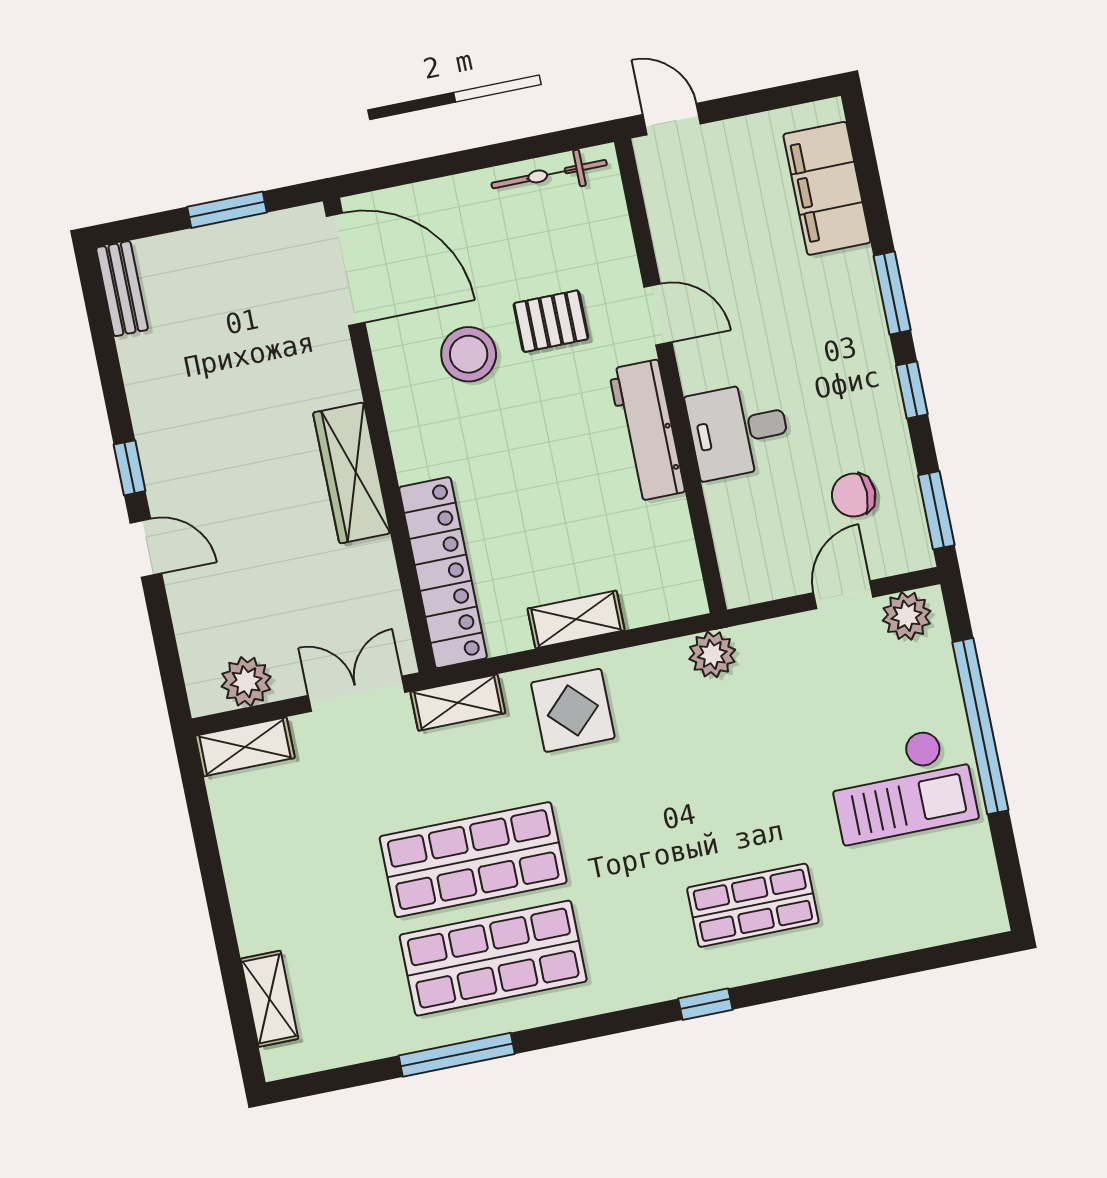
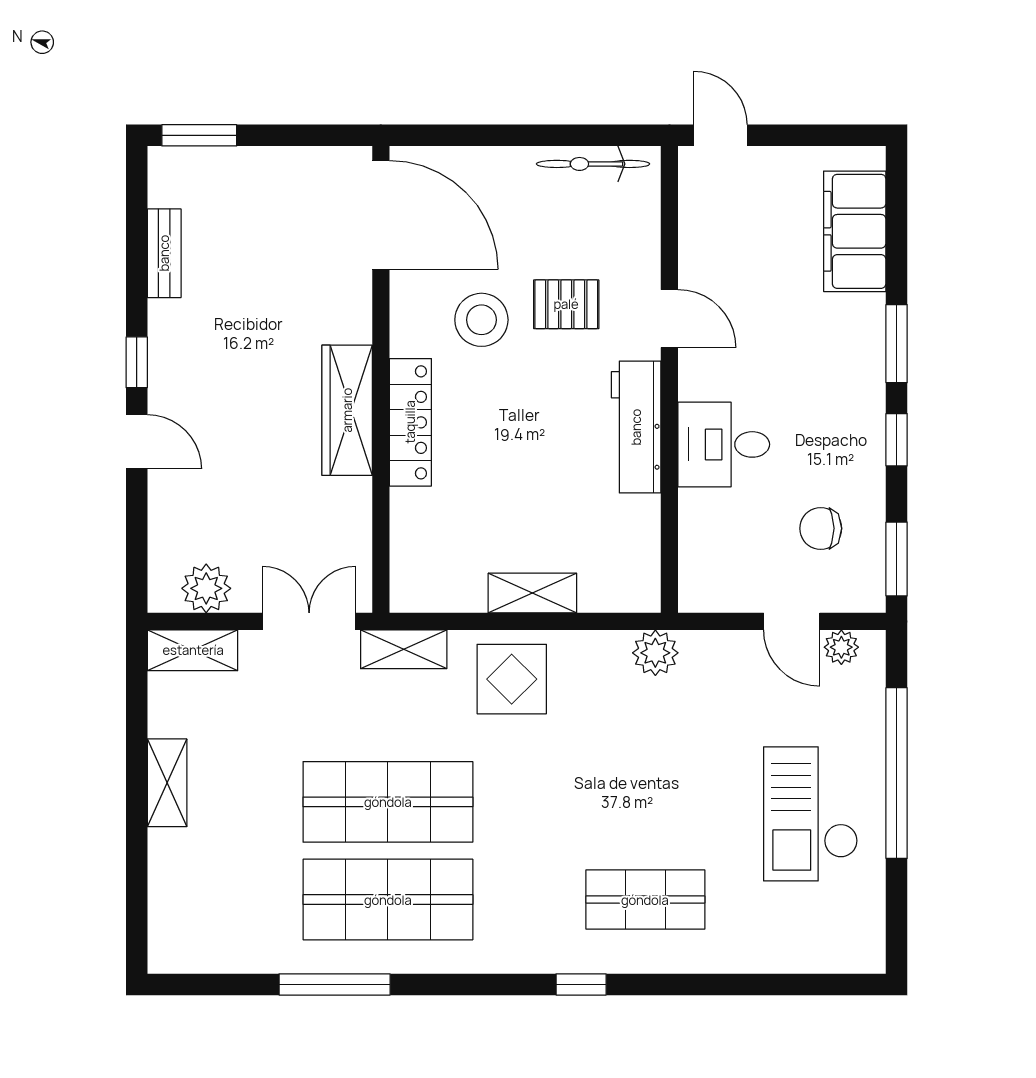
window: (227, 210) -> (199, 135), moved
bench: (122, 289) -> (164, 253), moved
locker: (443, 573) -> (410, 422), moved, width x0.71, depth x0.83
door: (843, 595) -> (792, 621), swing flipped
plant: (907, 616) -> (841, 647), width x0.73, depth x0.73
checkout: (902, 785) -> (811, 814), turned 90
shelving: (269, 999) -> (167, 783), moved

